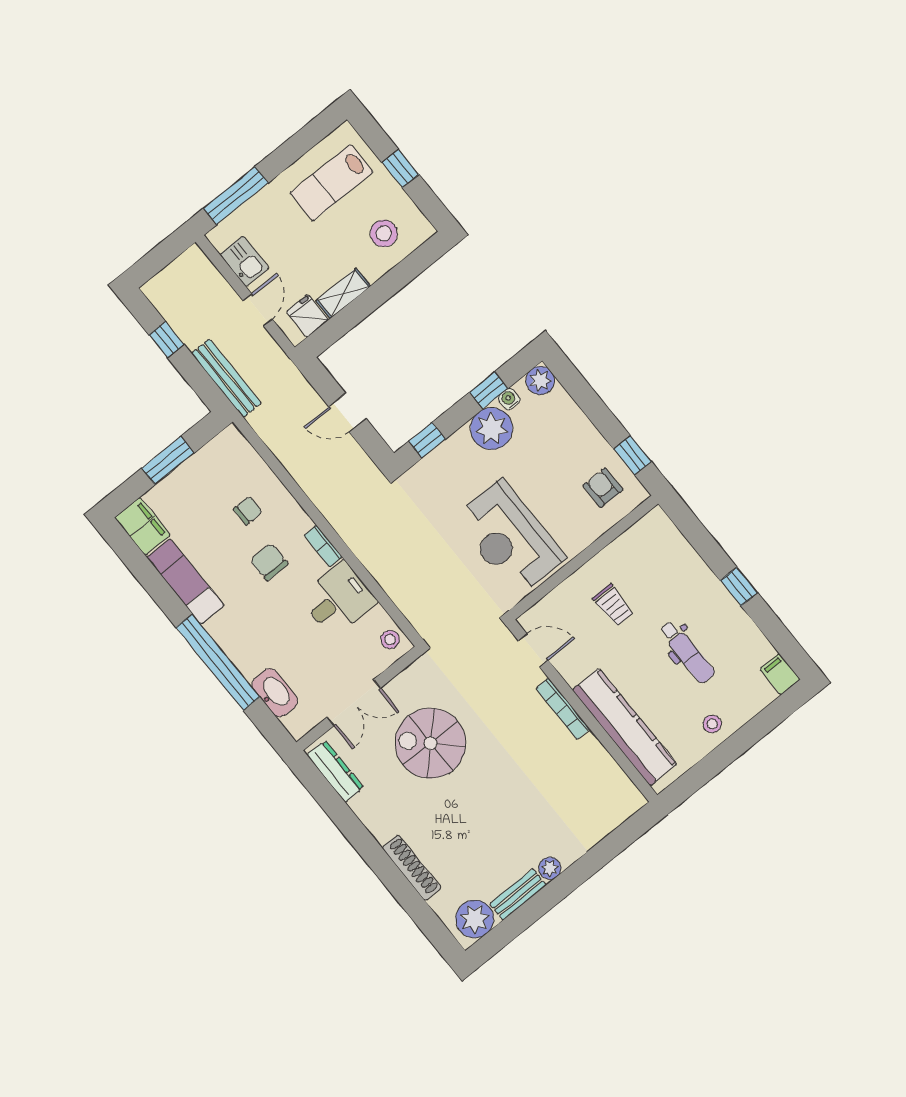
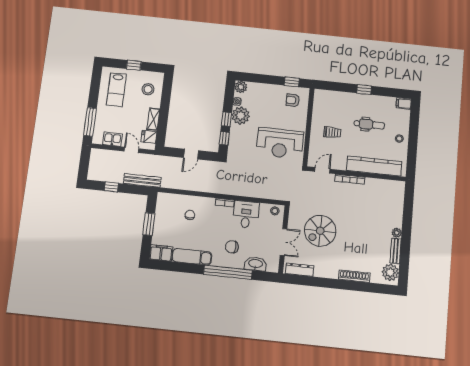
window: (489, 390) -> (226, 119), moved
chair: (269, 562) -> (232, 247), moved

